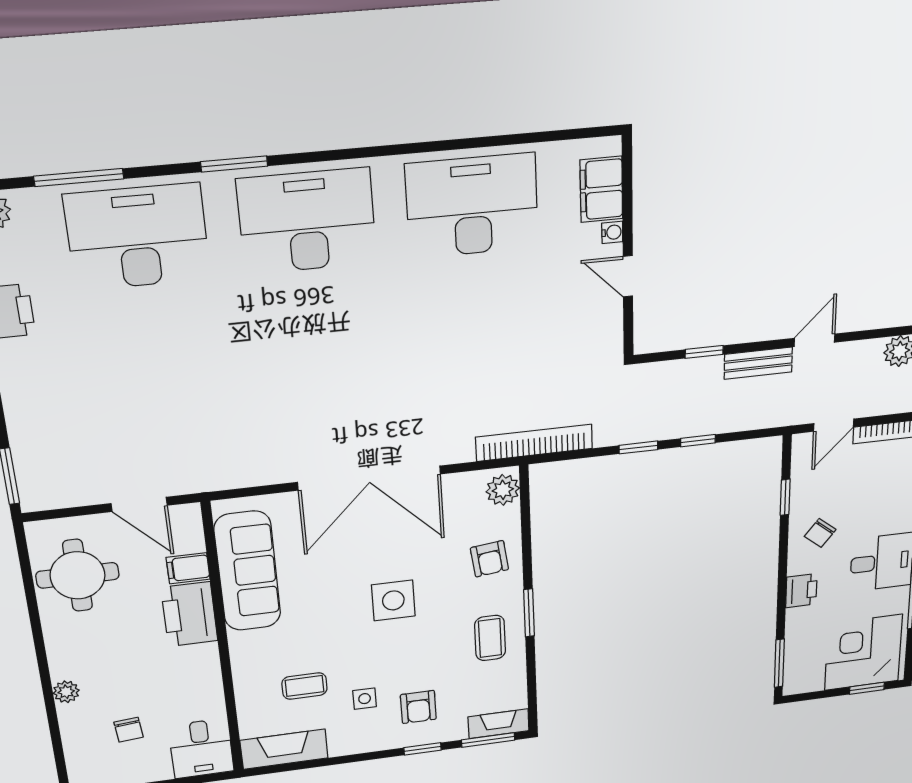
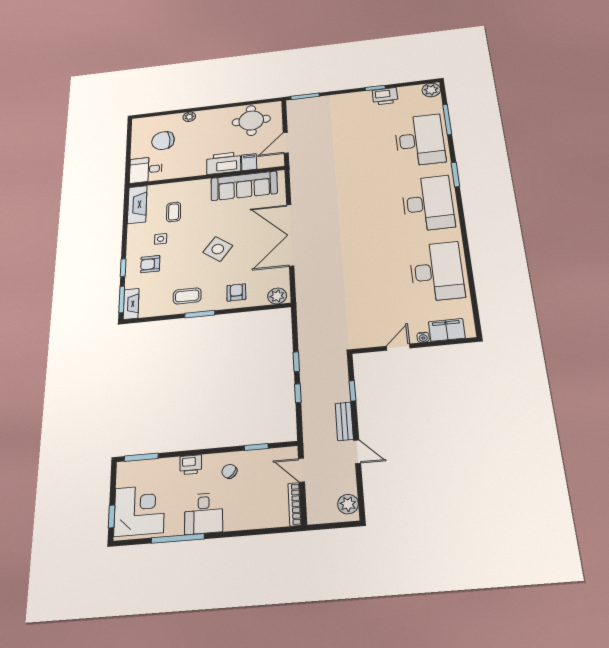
bookcase: (534, 443) -> (304, 309), removed
armchair: (489, 559) -> (236, 292), turned 97
side table: (393, 600) -> (218, 249), turned 37
chair: (129, 730) -> (163, 141), width x1.87, depth x1.87

